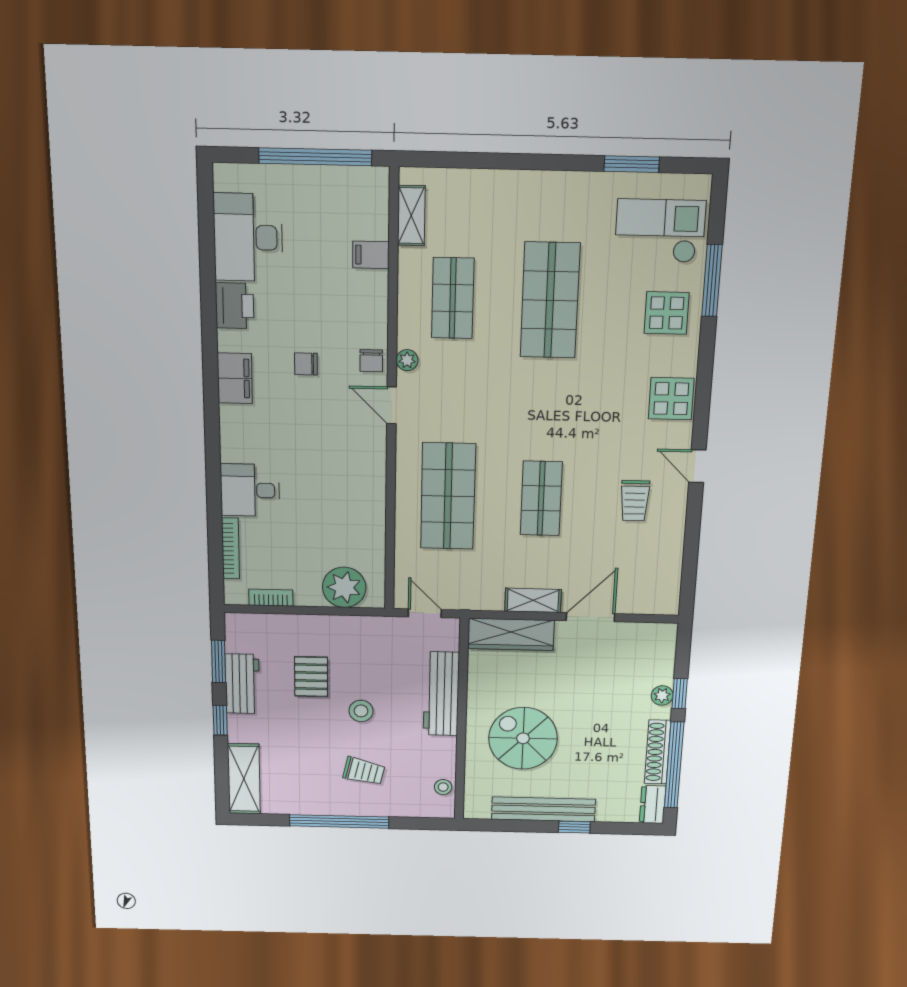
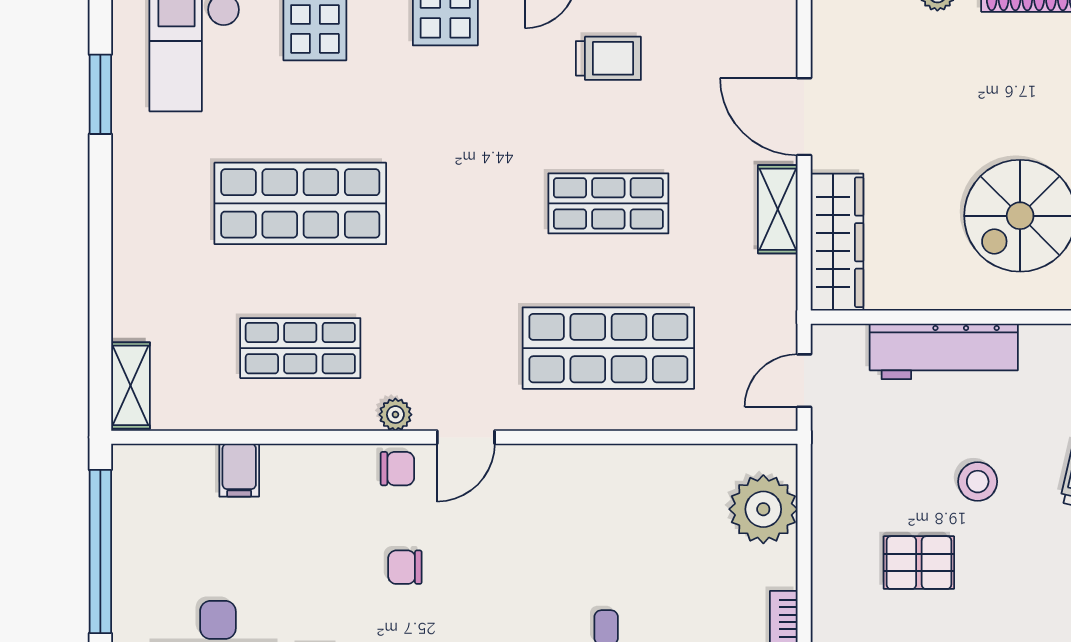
shelving: (411, 216) -> (130, 385), moved, turned 90
chair: (306, 364) -> (405, 567), turned 90

